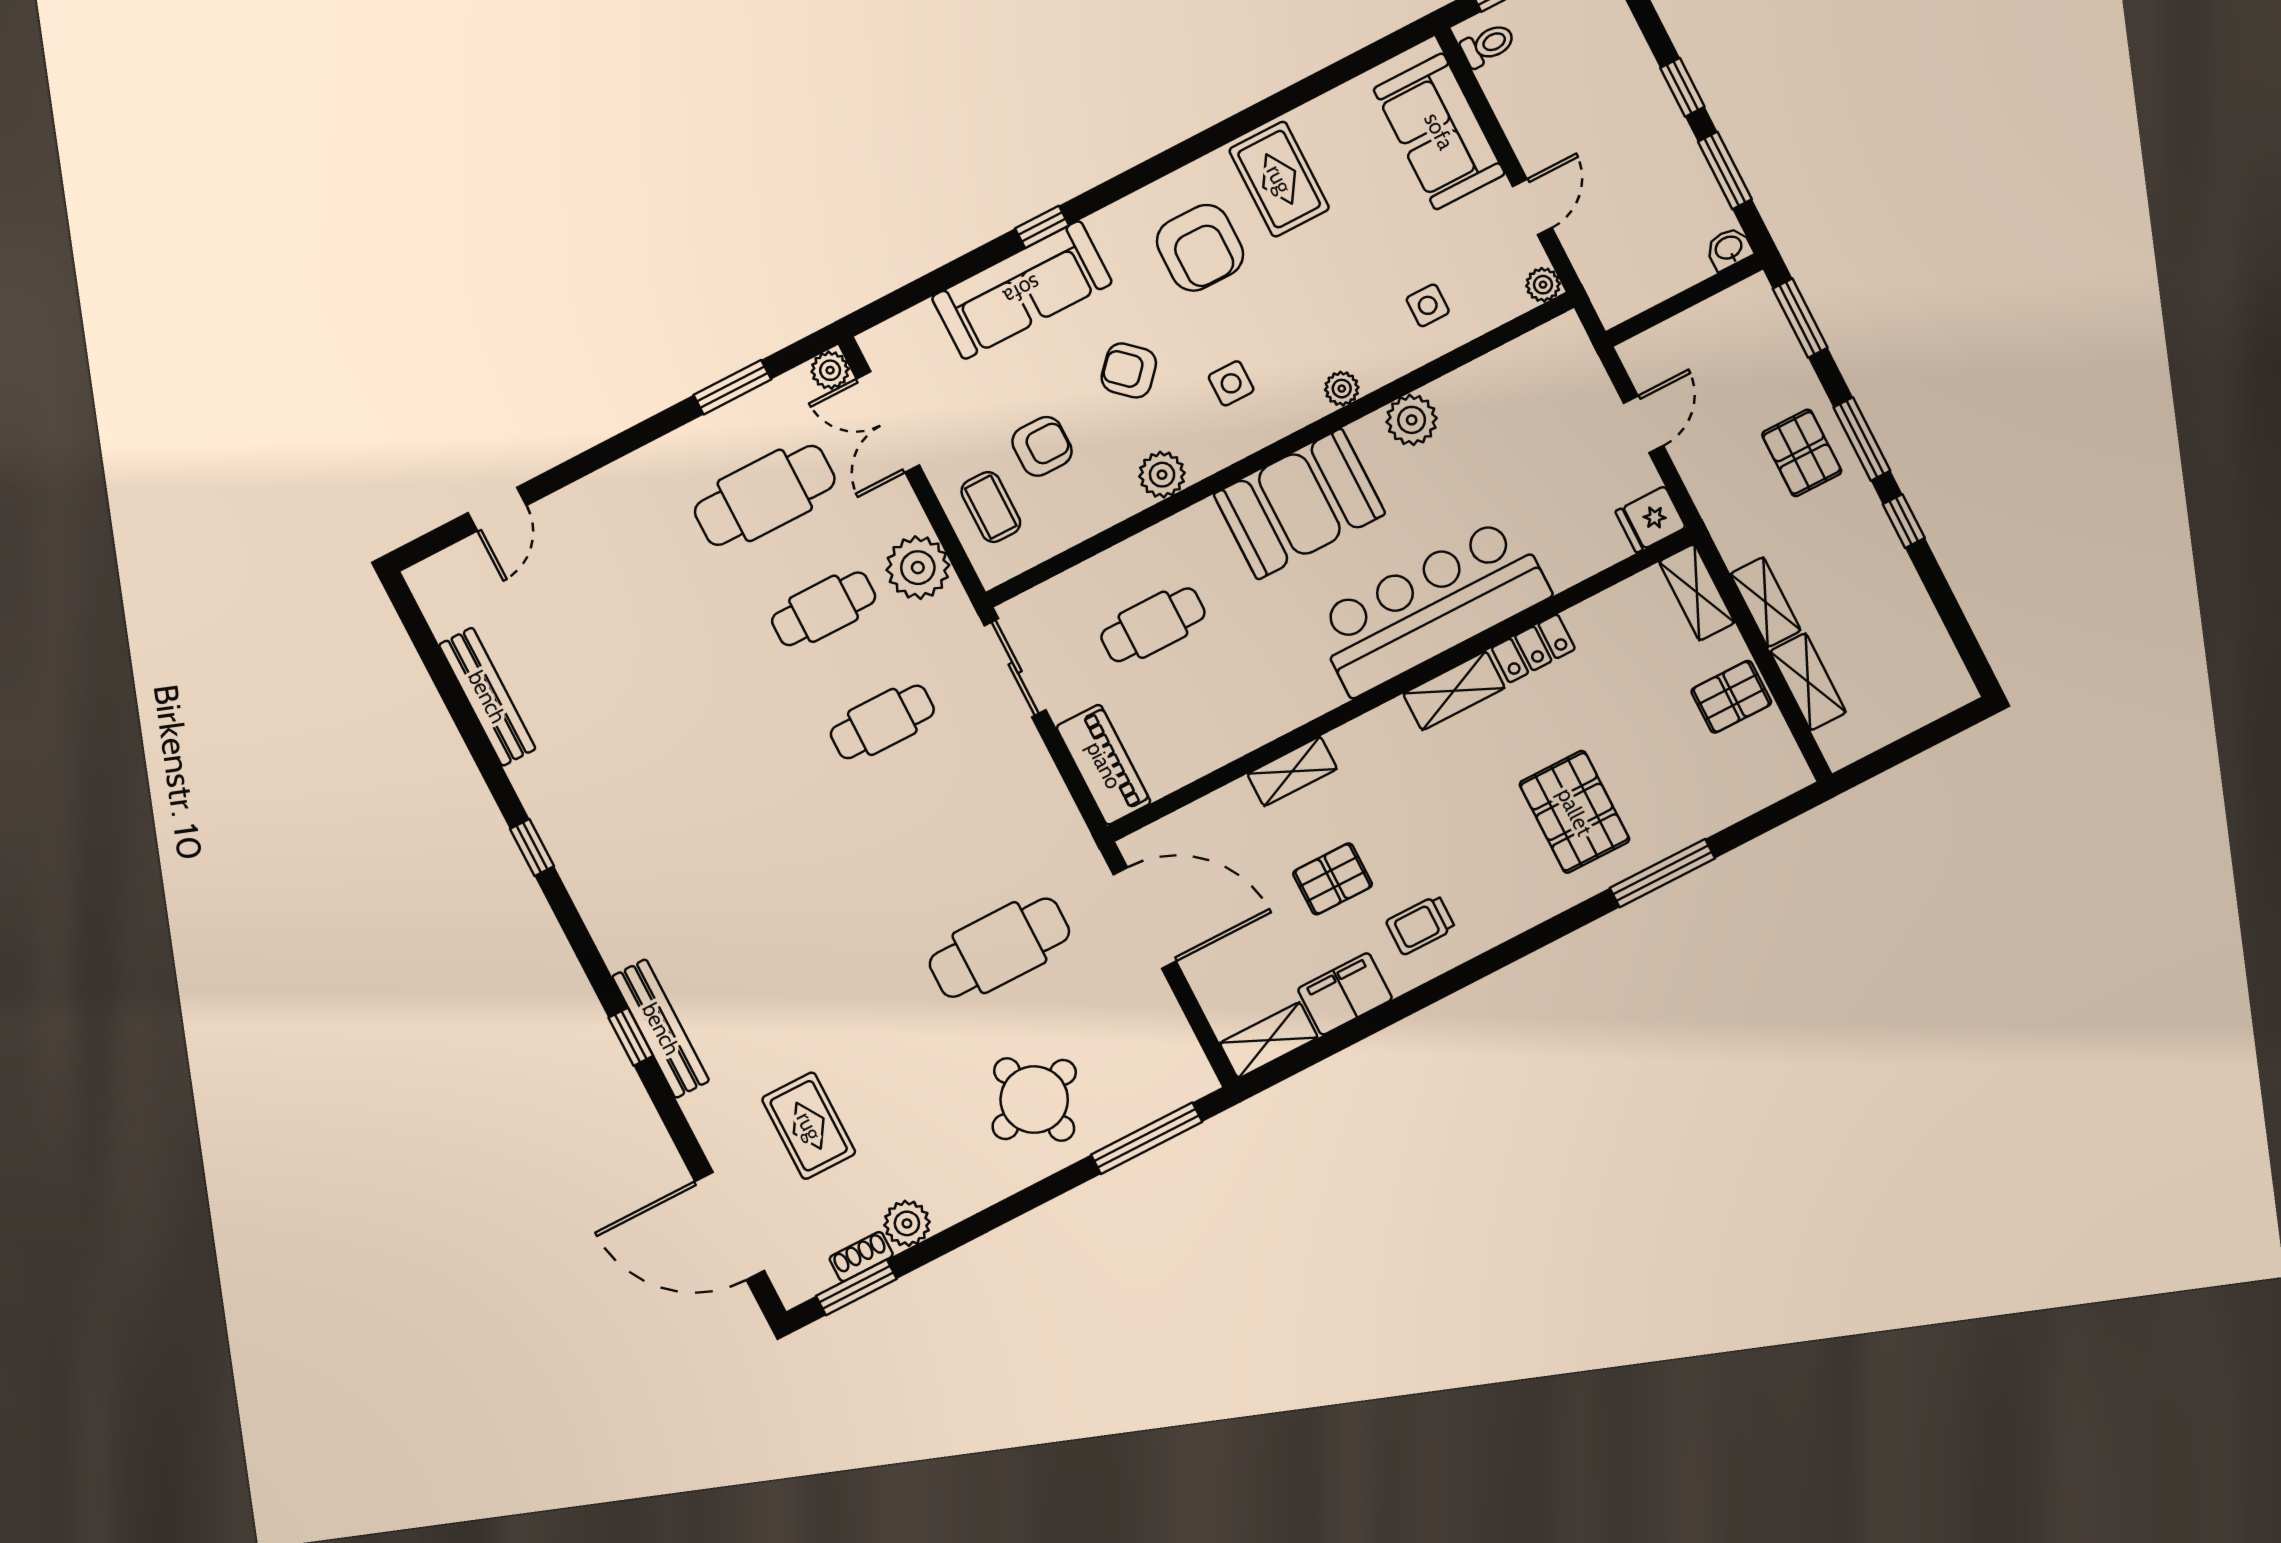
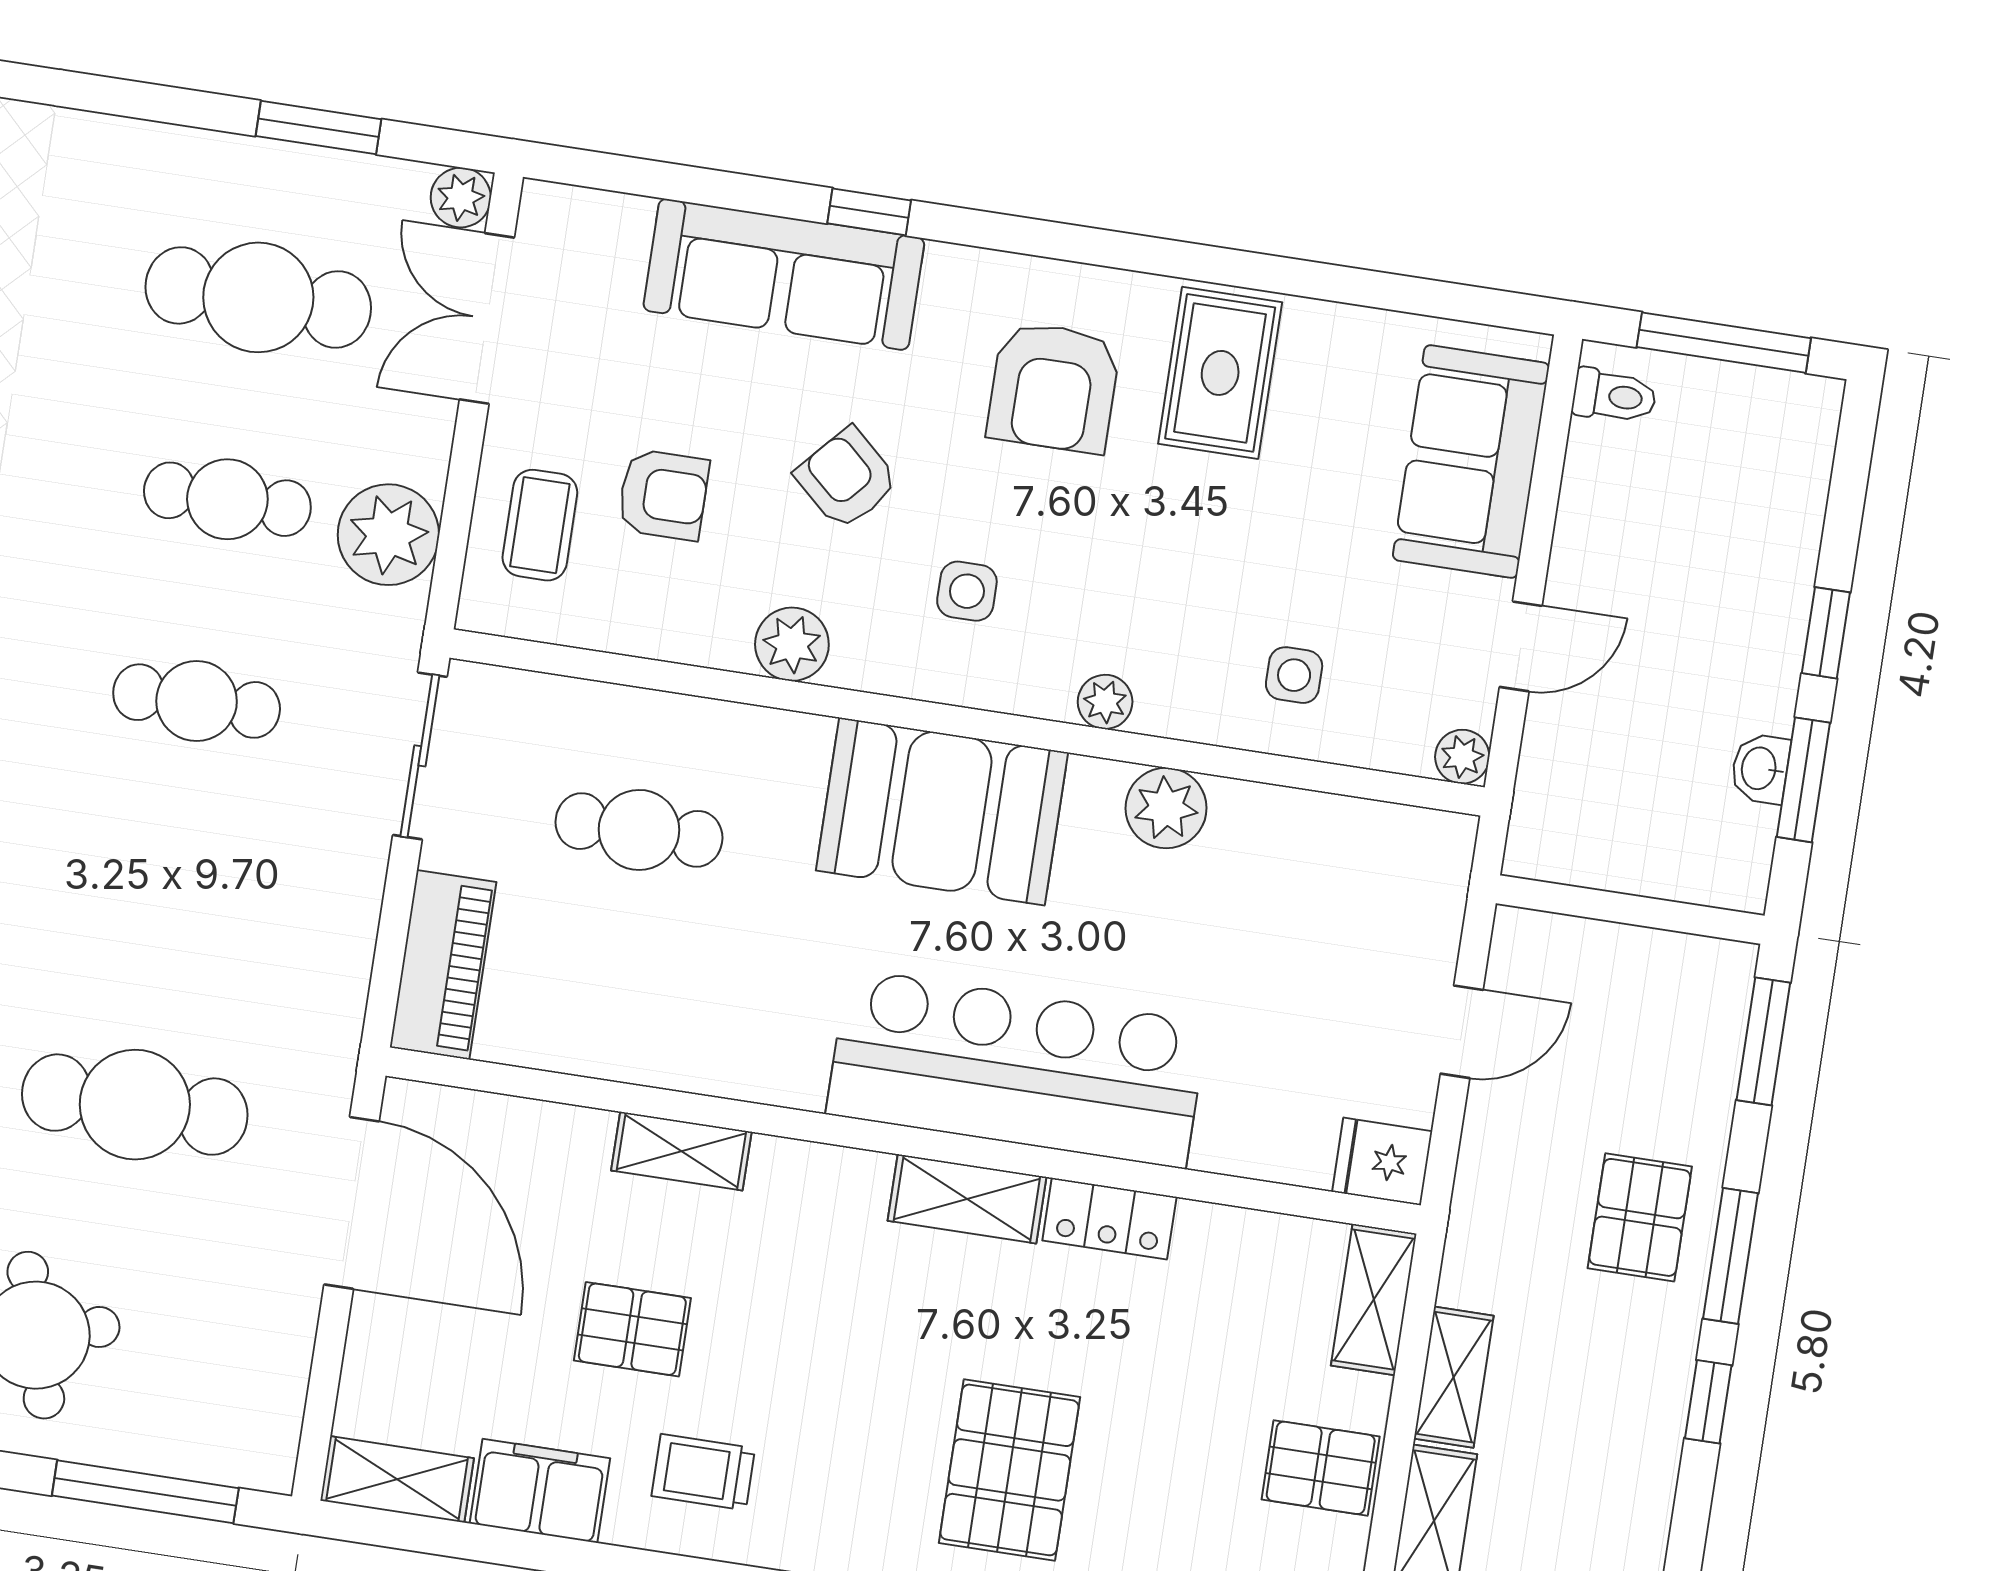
washbasin: (1729, 248) -> (1760, 769), moved, turned -90

